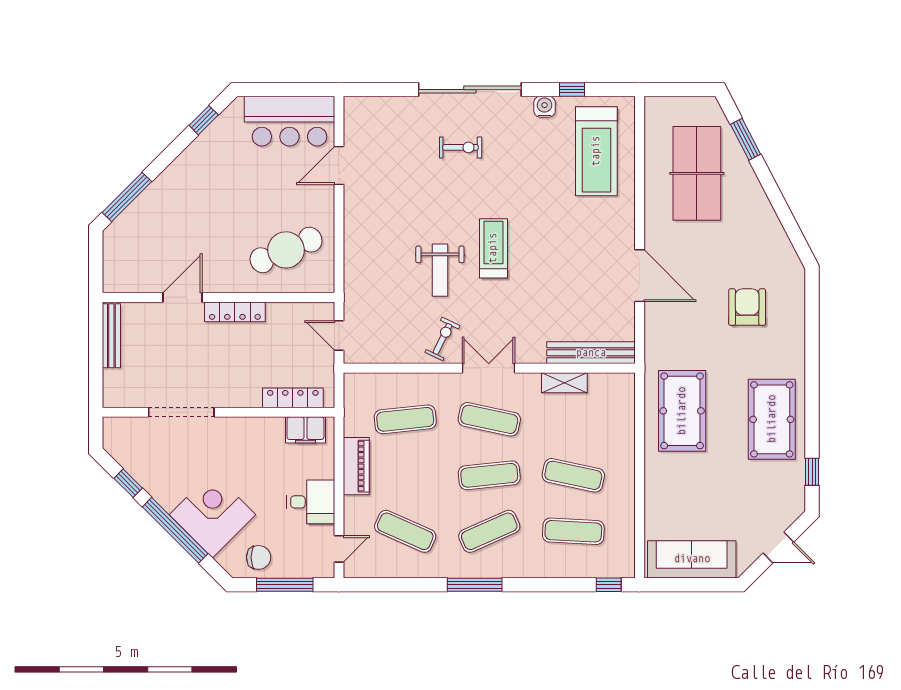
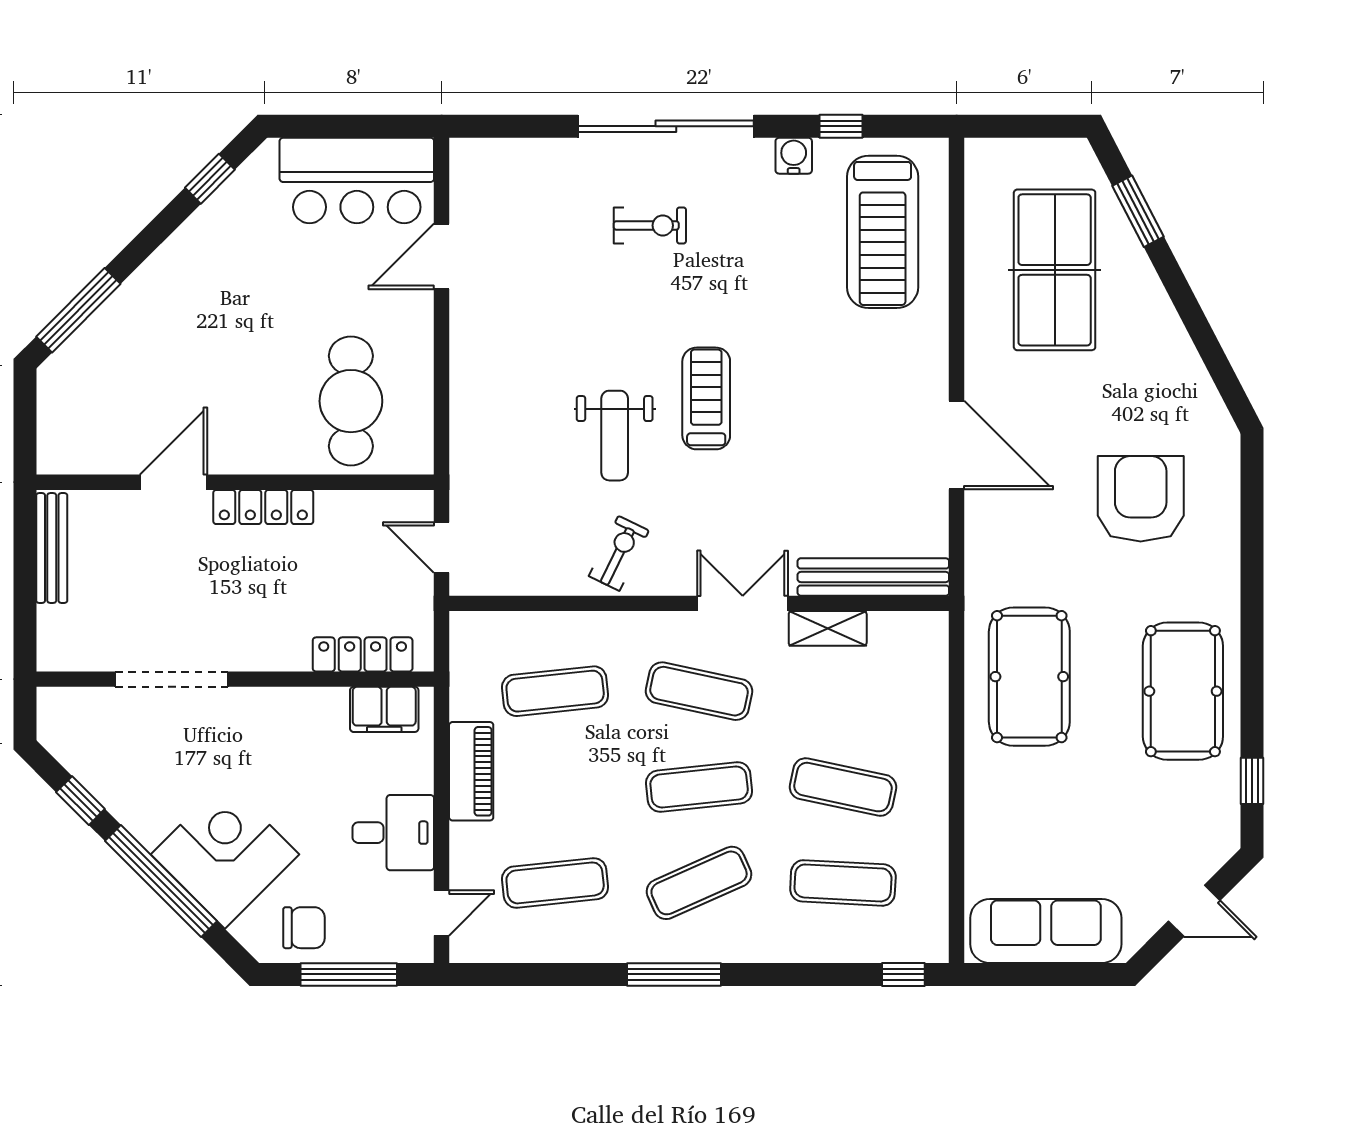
cafe table: (286, 250) -> (351, 401), turned -67
armchair: (747, 307) -> (1141, 499), width x1.36, depth x1.36
double door: (489, 368) -> (743, 603), moved
exercise mat: (405, 531) -> (555, 883), turned -30

